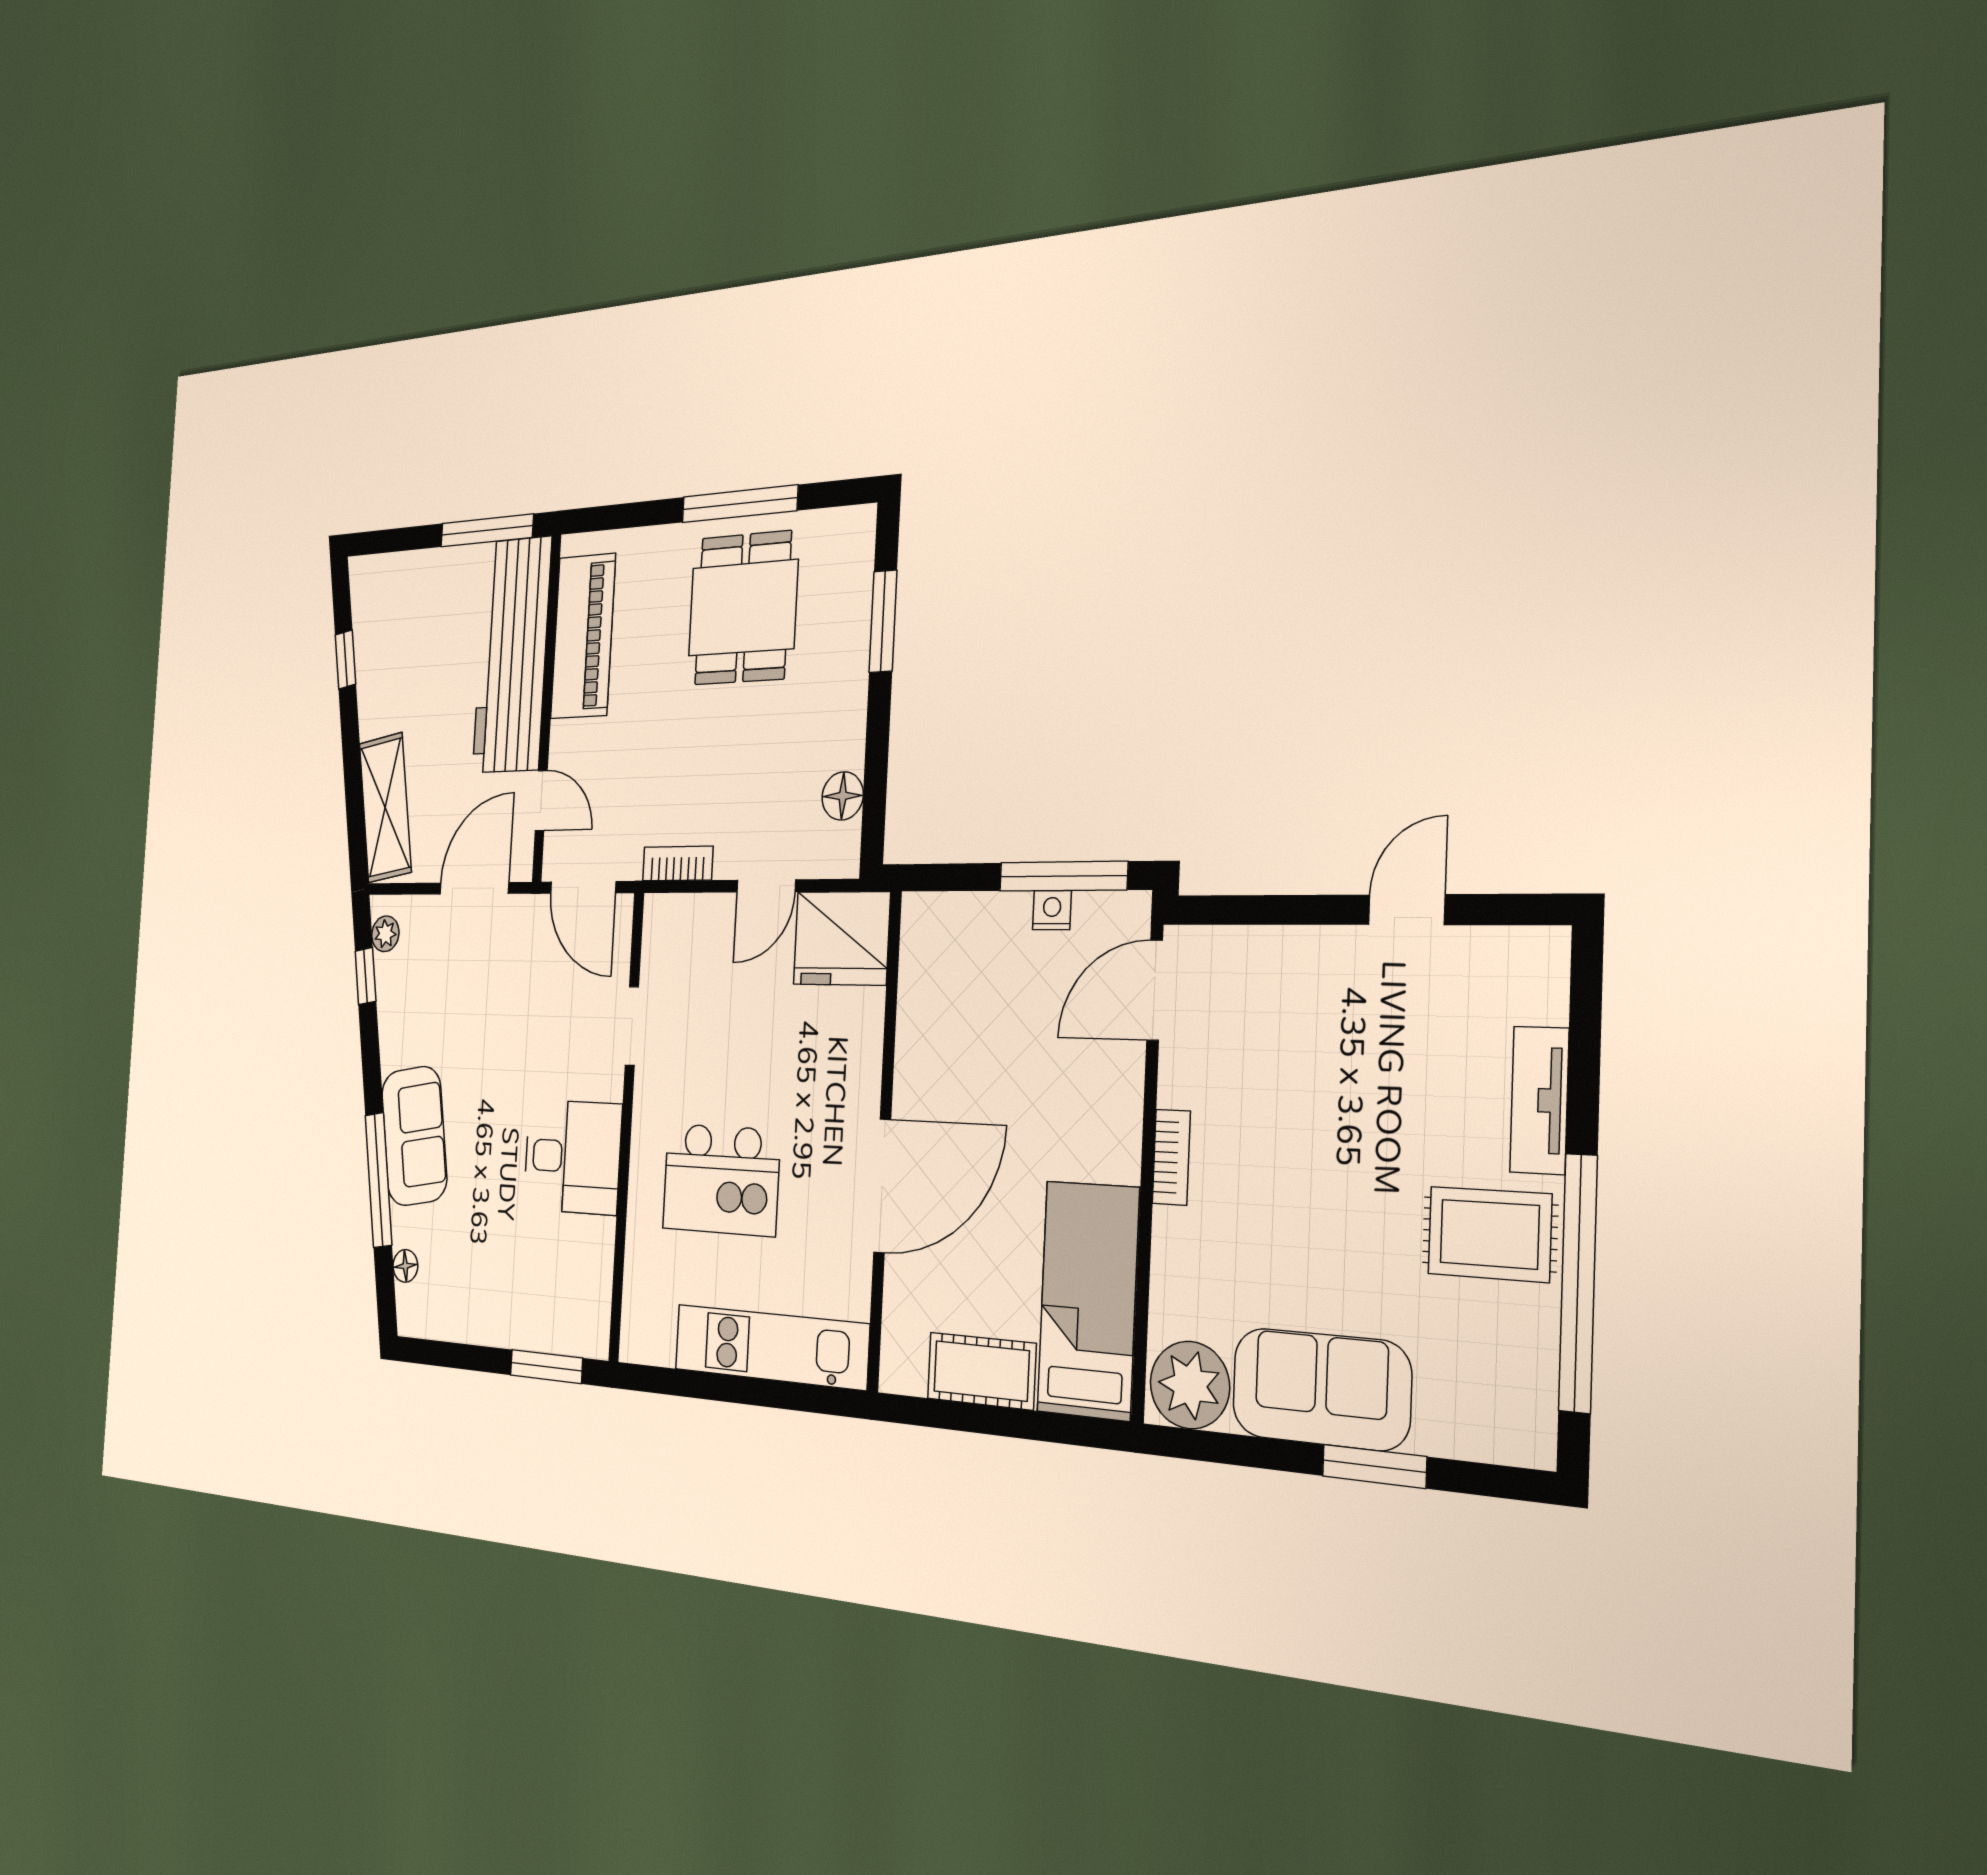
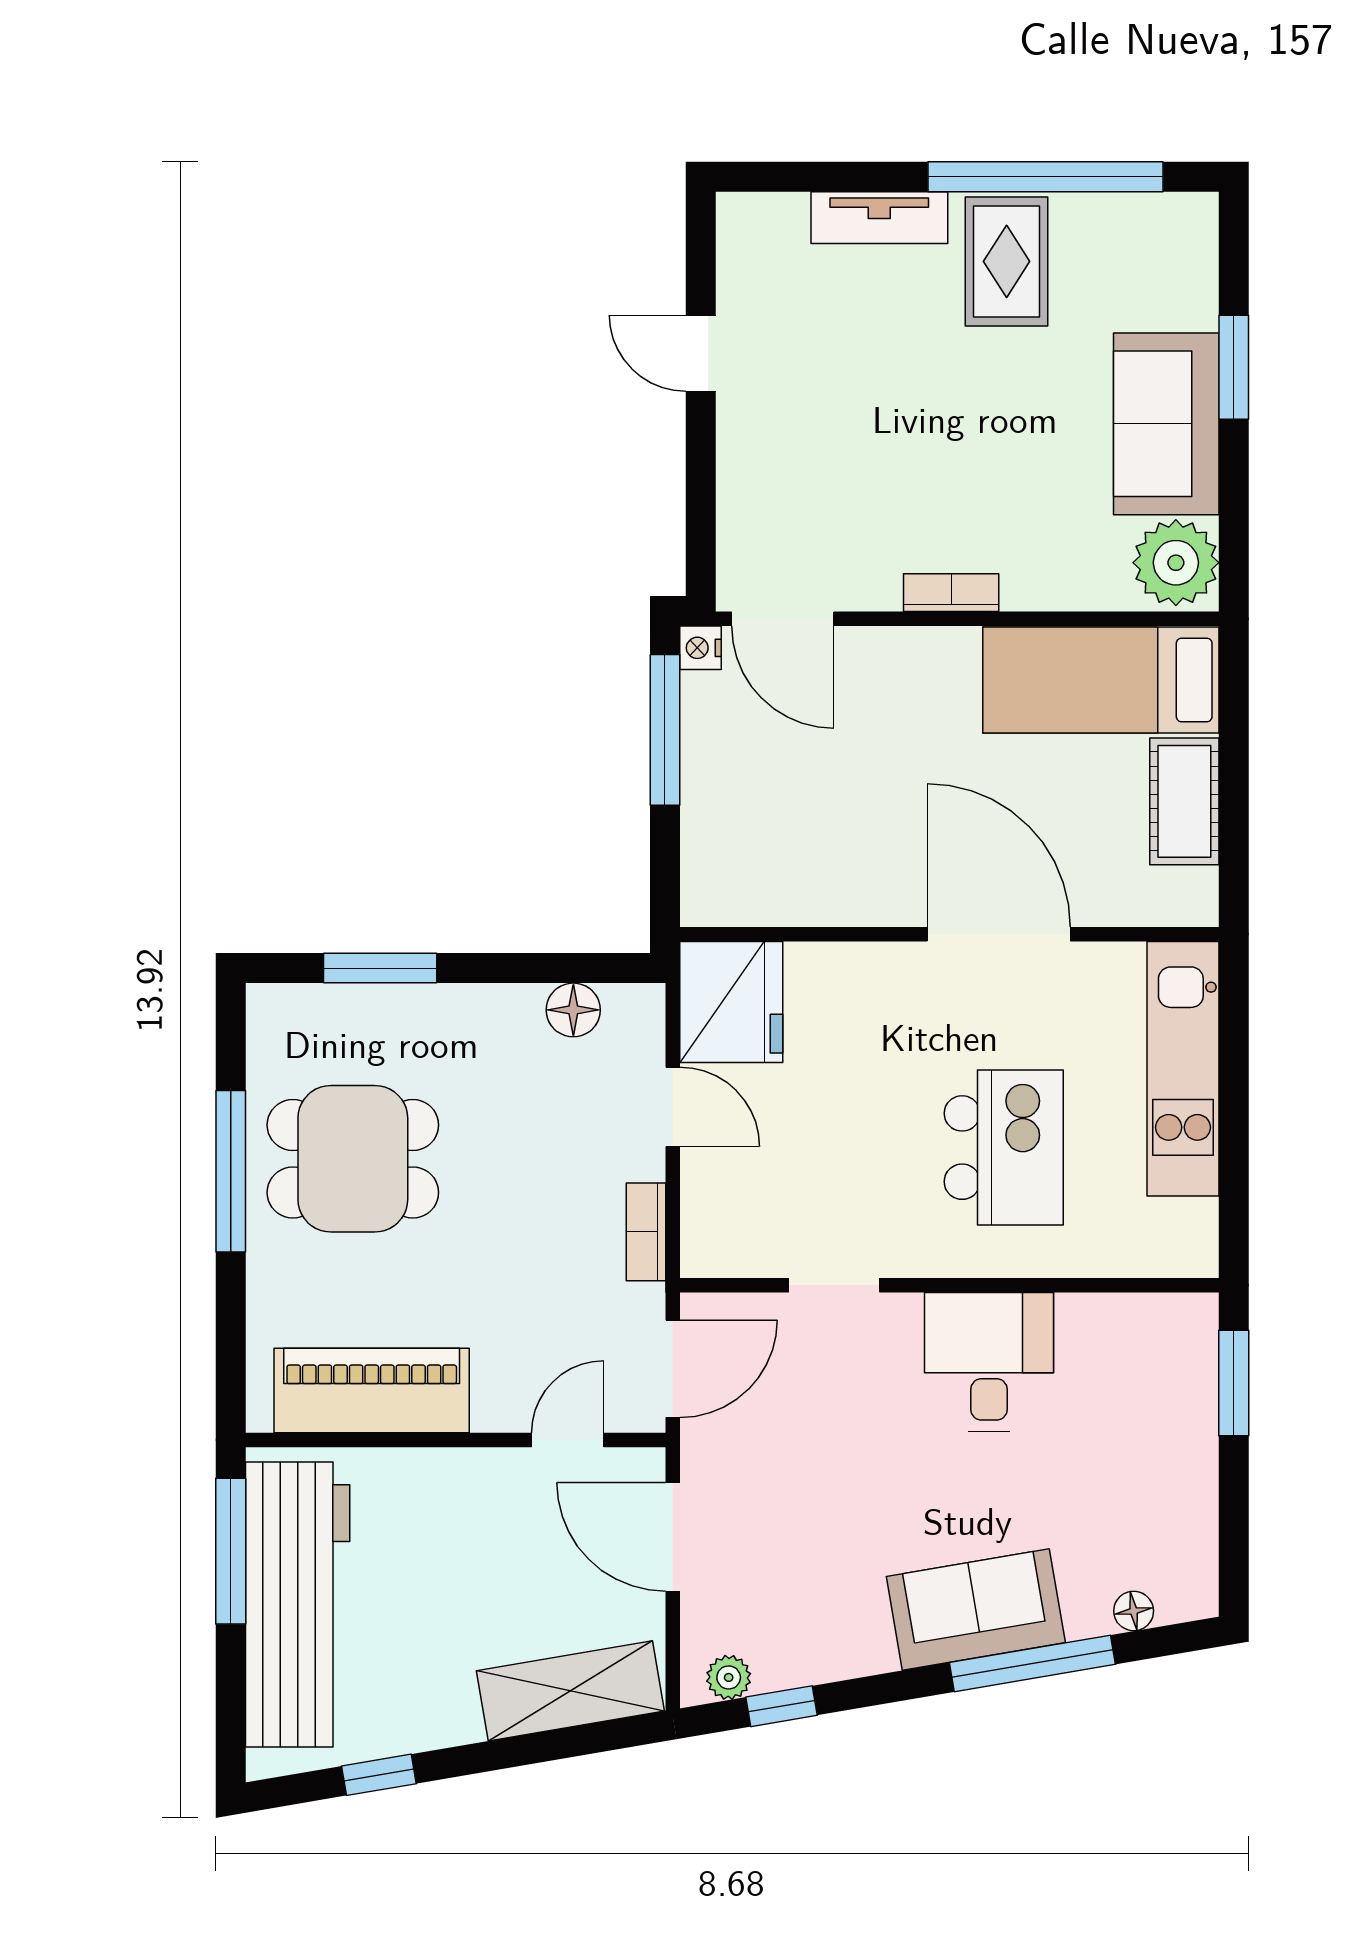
workbench: (512, 655) -> (298, 1605), moved, turned -90
nightstand: (1052, 910) -> (701, 648), moved

